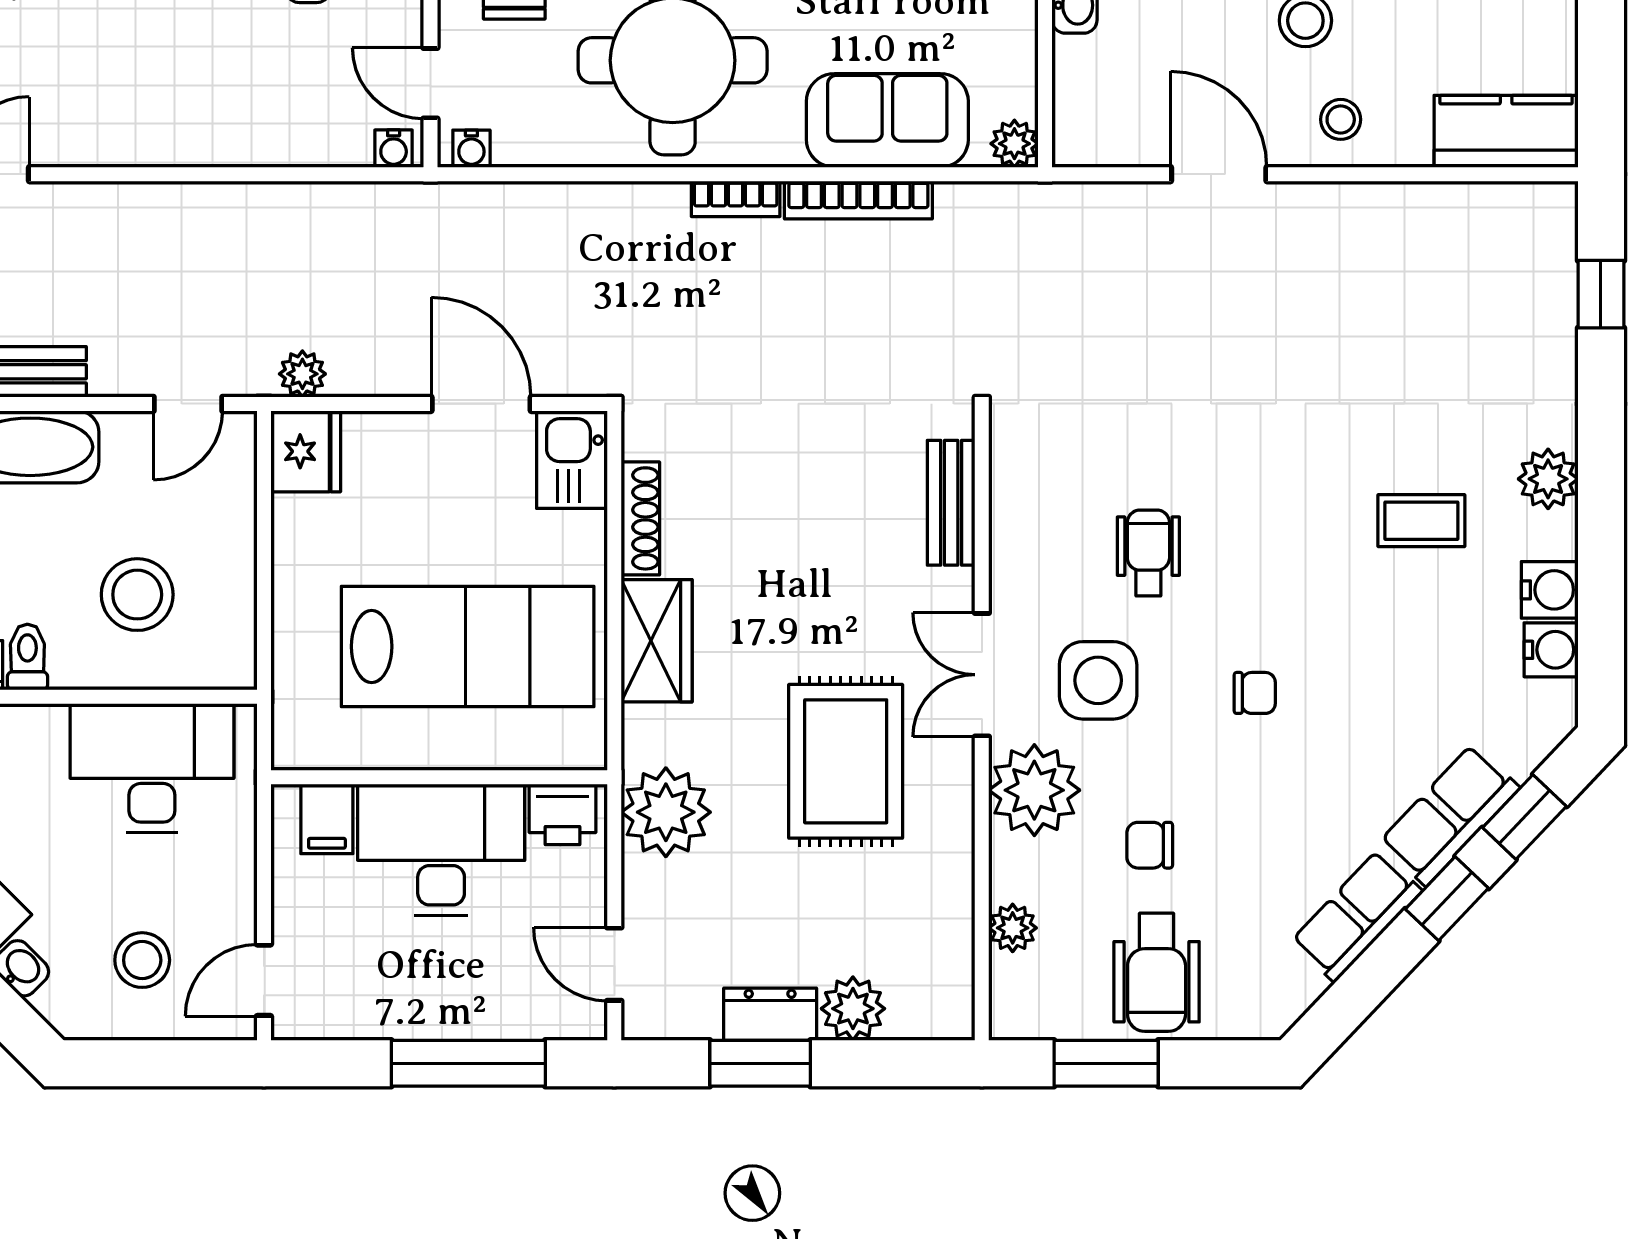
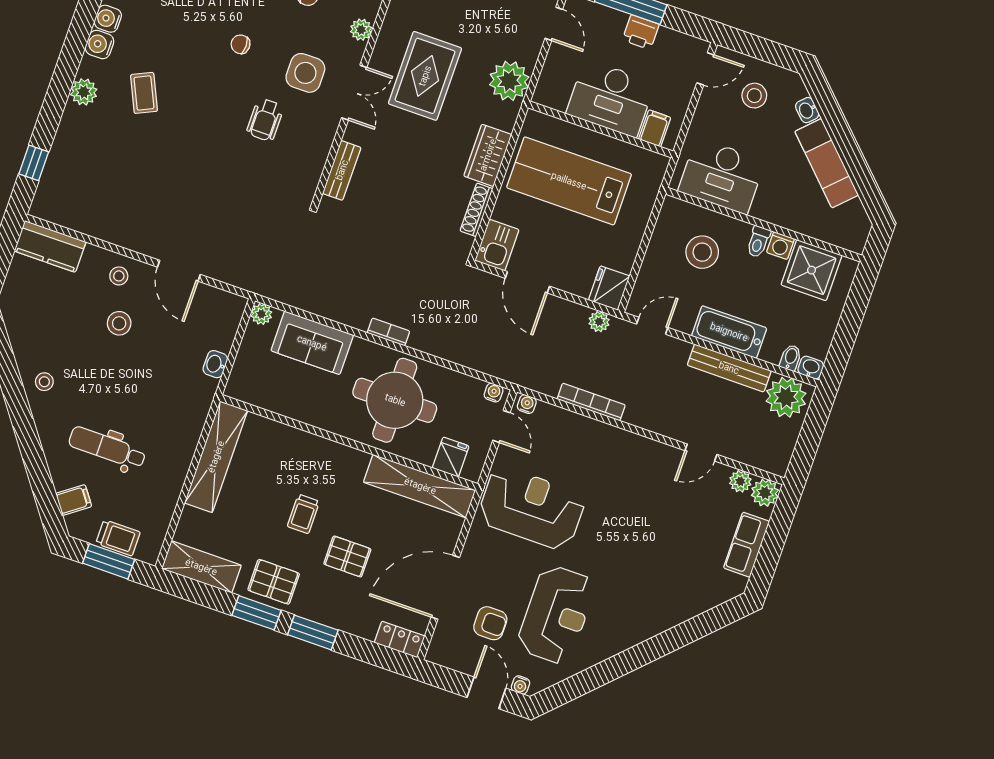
bookcase: (858, 200) -> (591, 402), moved
coffee table: (1421, 521) -> (144, 93), turned 65
plant: (1034, 790) -> (361, 30), width x0.53, depth x0.53
printer: (563, 814) -> (641, 32), moved, turned 180

